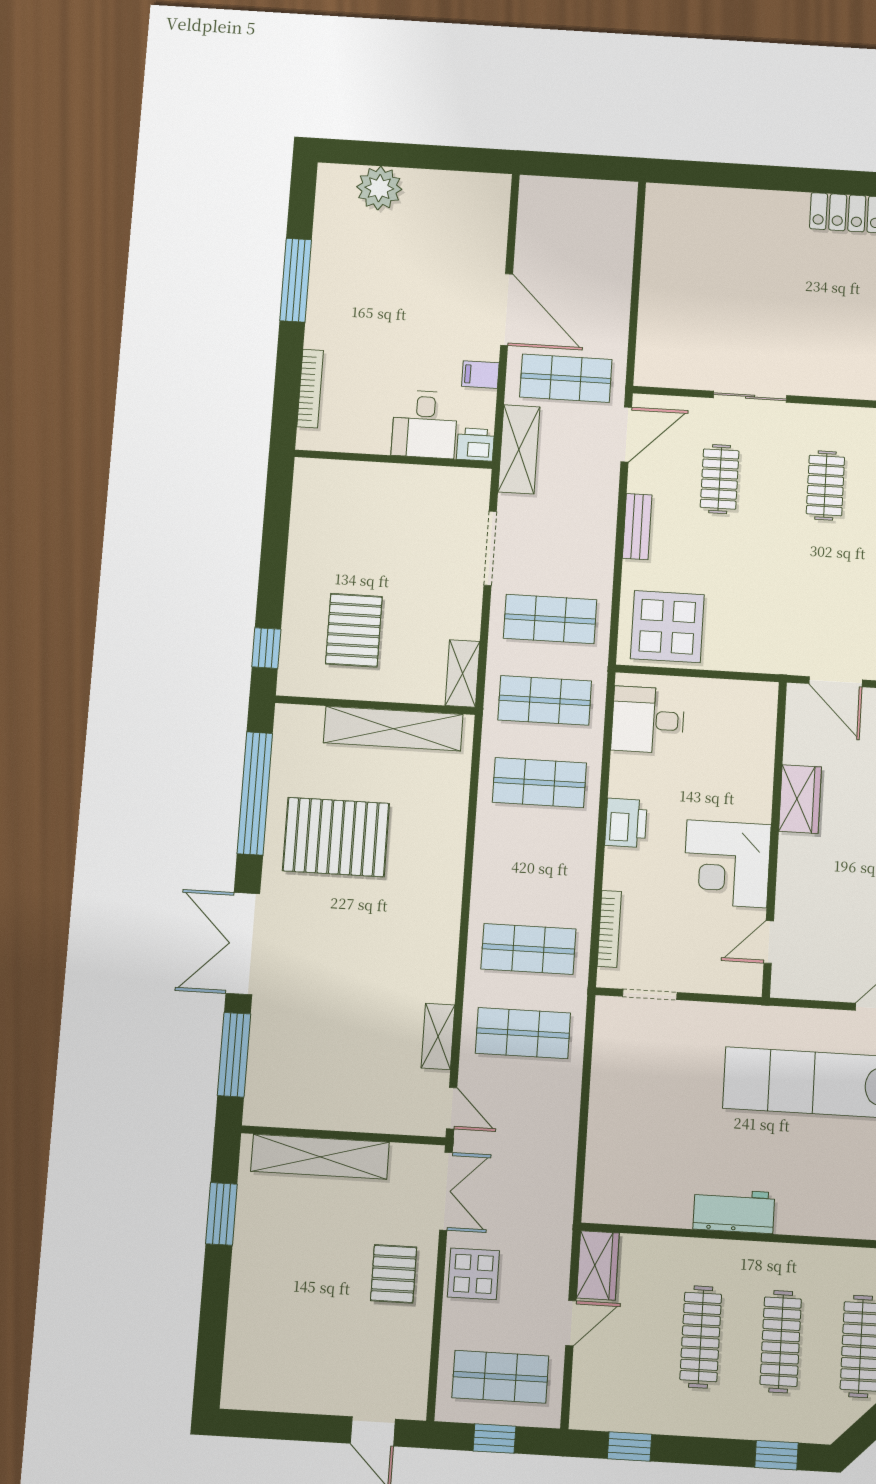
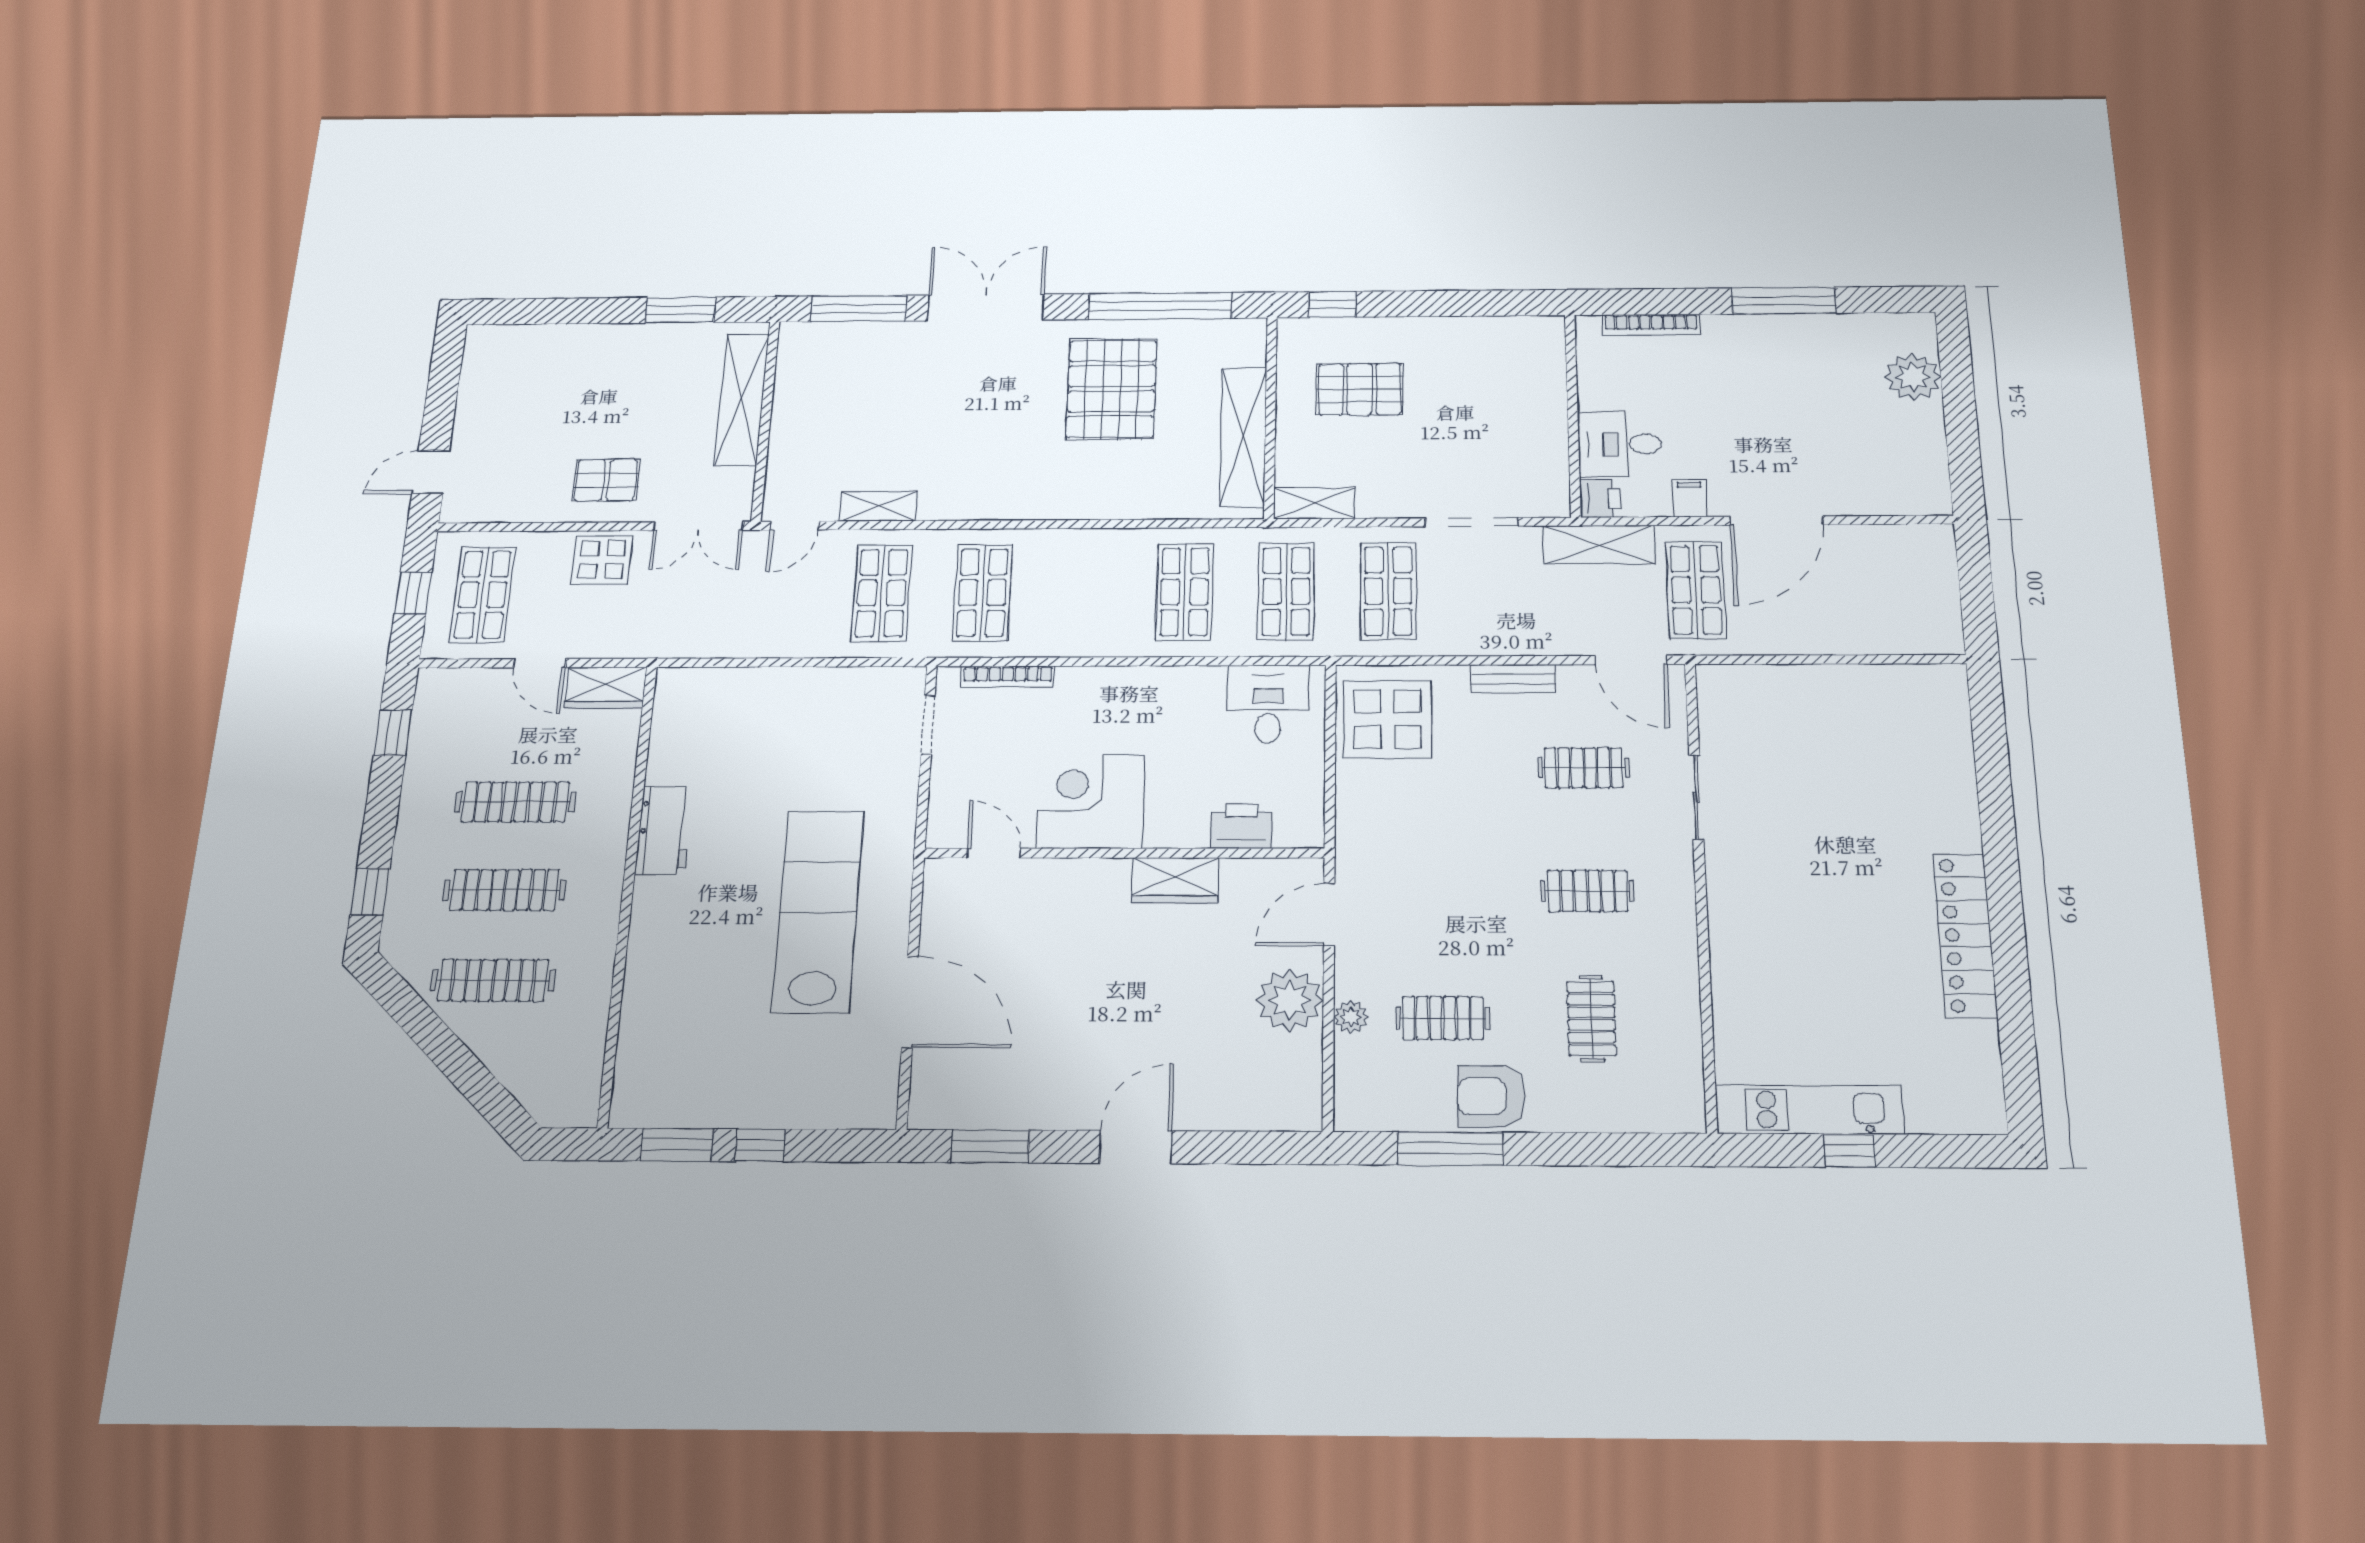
printer: (626, 823) -> (1241, 826), moved, turned 180

